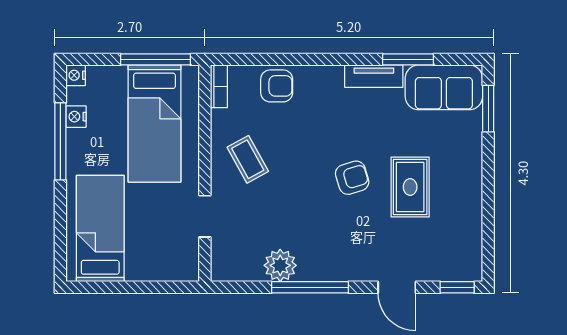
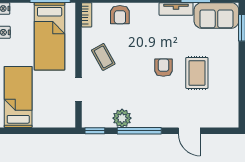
armchair: (277, 86) -> (120, 15), turned 90
armchair: (352, 178) -> (163, 68), turned -73
window: (457, 287) -> (95, 131), moved

